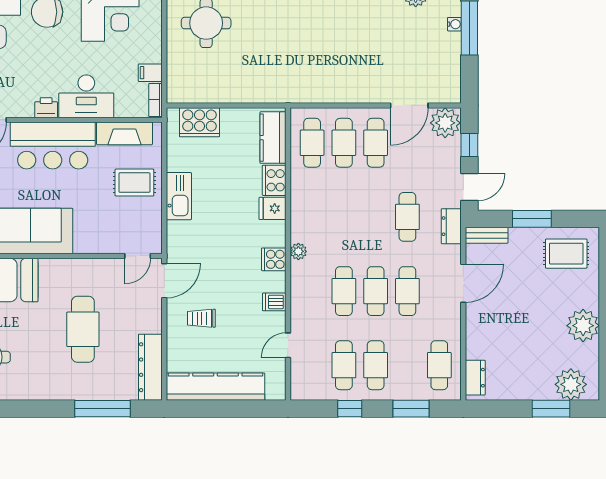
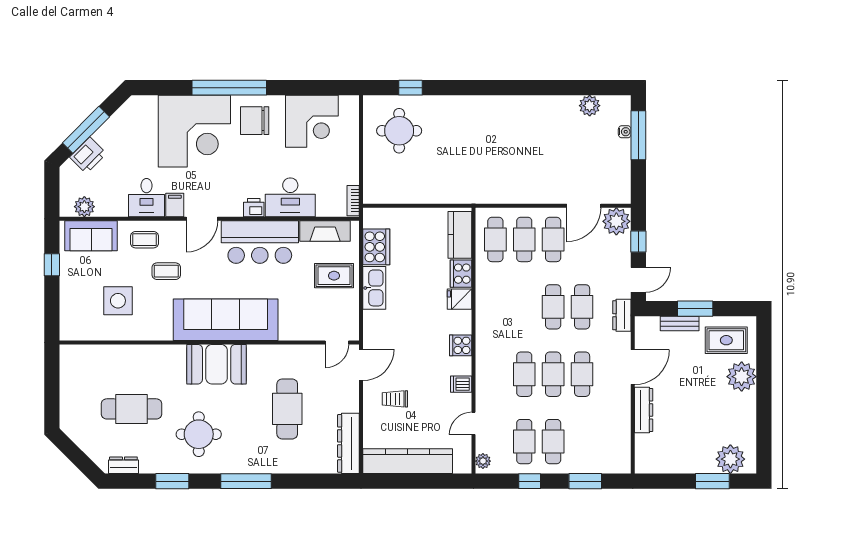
filing cabinet: (150, 73) -> (348, 176), removed
cooker: (200, 122) -> (376, 247), moved, turned -90
bench: (487, 235) -> (680, 324), moved
plant: (298, 251) -> (483, 461), moved
plant: (583, 326) -> (742, 377), moved
cafe table: (439, 365) -> (553, 307), moved
dresser: (475, 378) -> (644, 410), moved, width x1.44
window: (103, 409) -> (246, 481), moved

